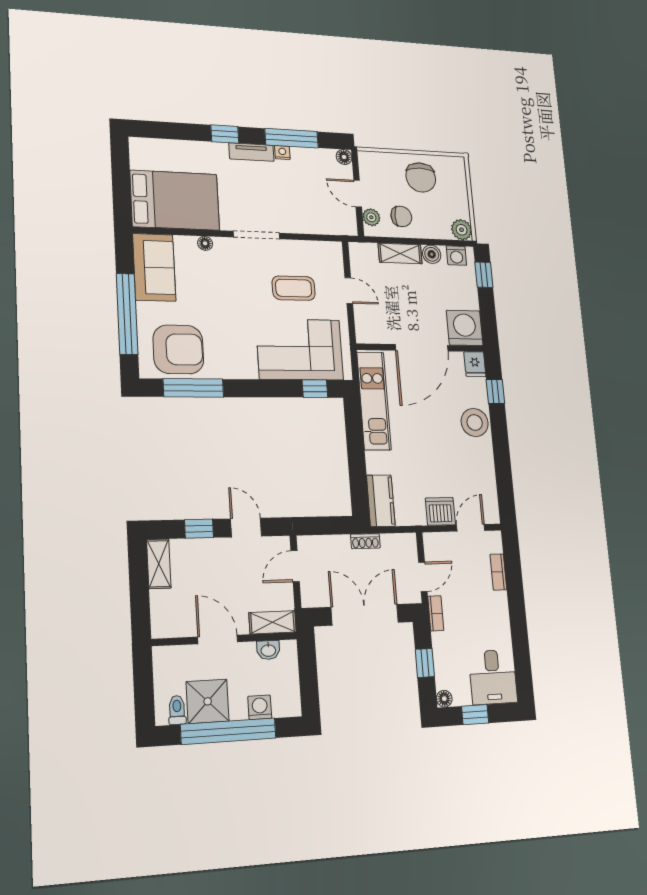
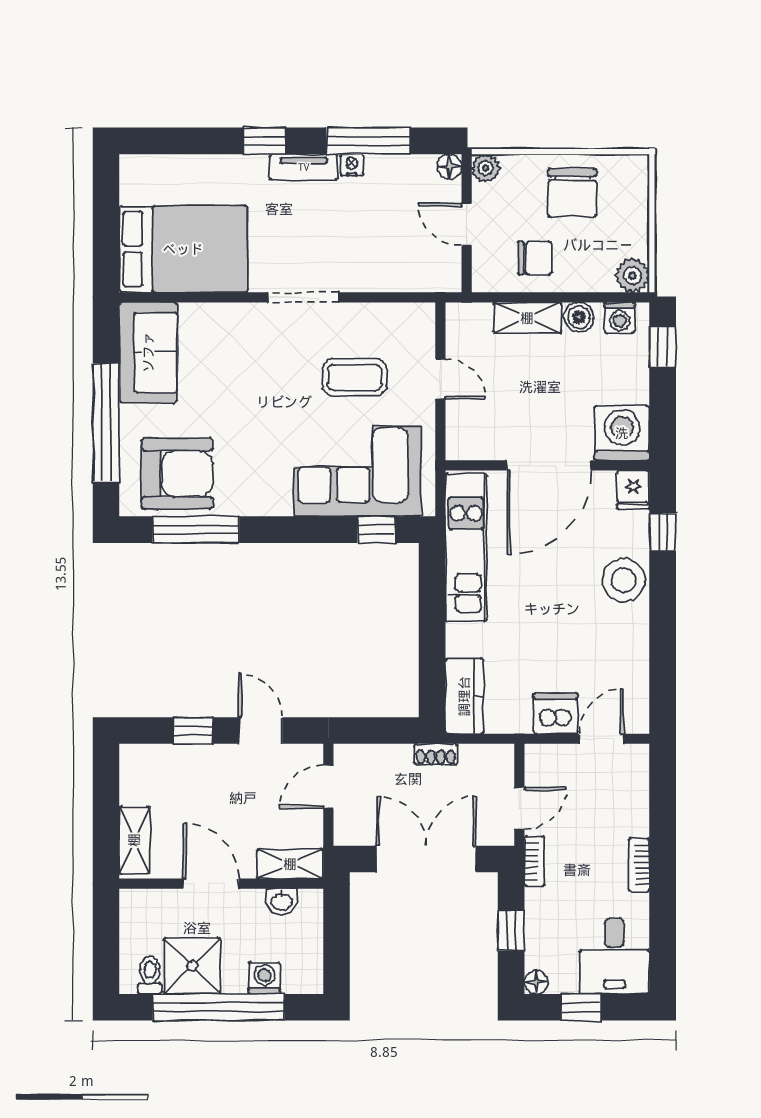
plant: (371, 217) -> (486, 168), moved
floor lamp: (205, 243) -> (225, 313), removed
shelving: (159, 564) -> (134, 840), moved
bookcase: (498, 572) -> (639, 865), moved

